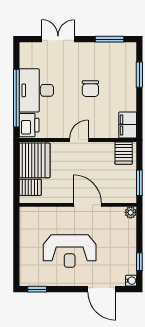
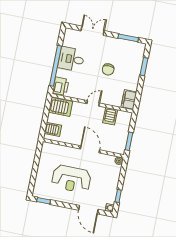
desk: (36, 90) -> (71, 59), width x0.73
server rack: (124, 153) -> (110, 116), moved
server rack: (35, 160) -> (61, 107), width x0.62

